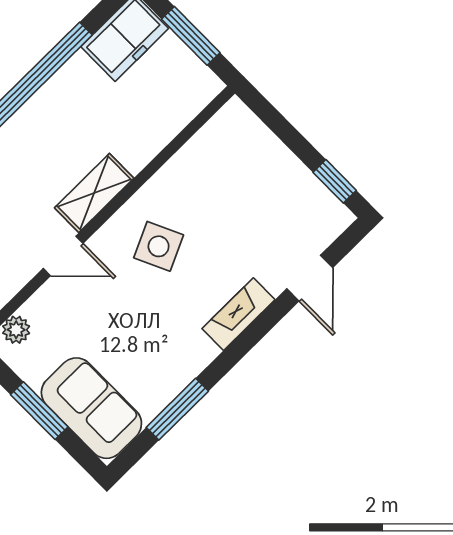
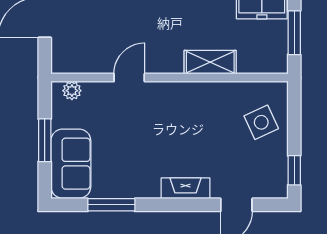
shelving: (94, 193) -> (210, 62), moved
side table: (159, 246) -> (261, 122), moved
door: (63, 256) -> (129, 78), swing flipped

